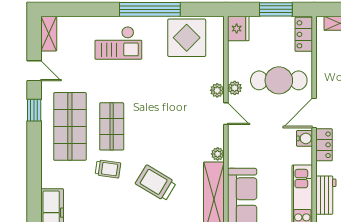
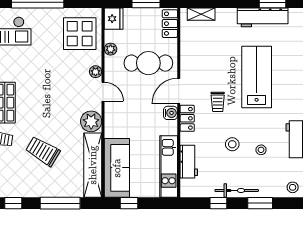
display table: (187, 38) -> (80, 34), moved
plant: (235, 88) -> (111, 49), moved
plant: (218, 154) -> (91, 121), width x1.87, depth x1.87

